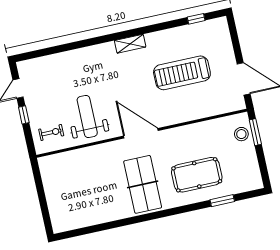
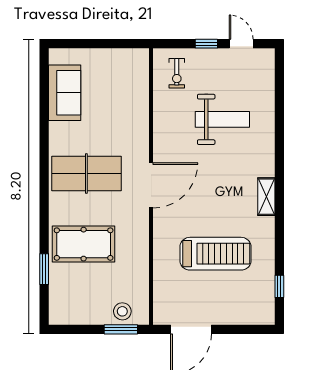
treadmill: (182, 73) -> (216, 254), turned 90
weight bench: (87, 117) -> (222, 119), moved
pool table: (197, 175) -> (84, 244), turned 90
sofa: (85, 214) -> (65, 93), added

